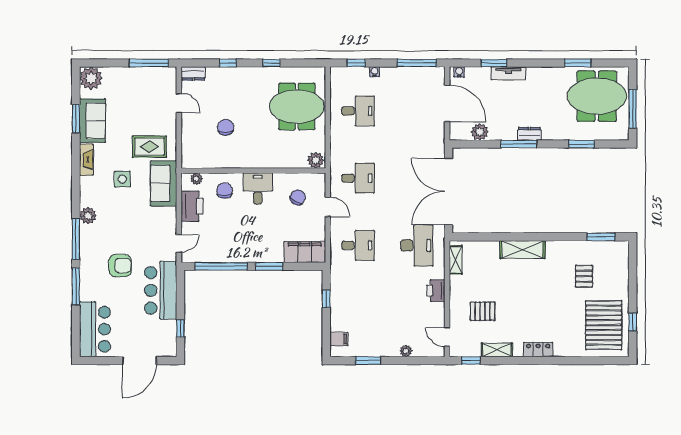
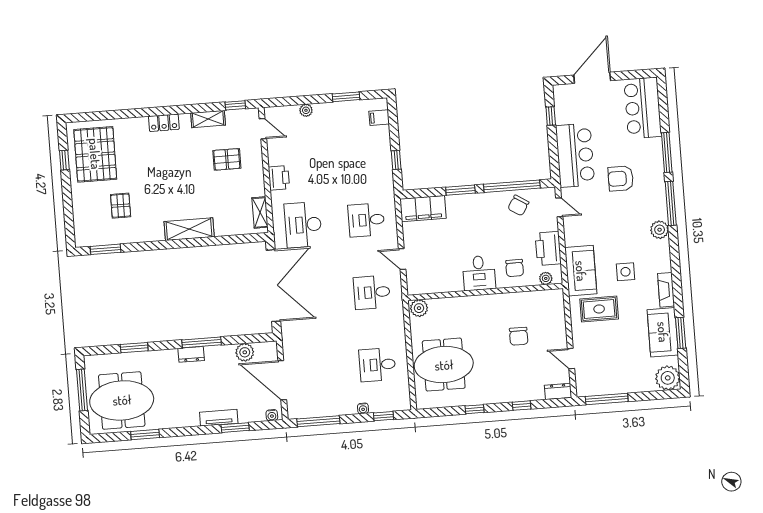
chair: (298, 197) -> (518, 205), moved
door: (179, 243) -> (559, 207), swing flipped

